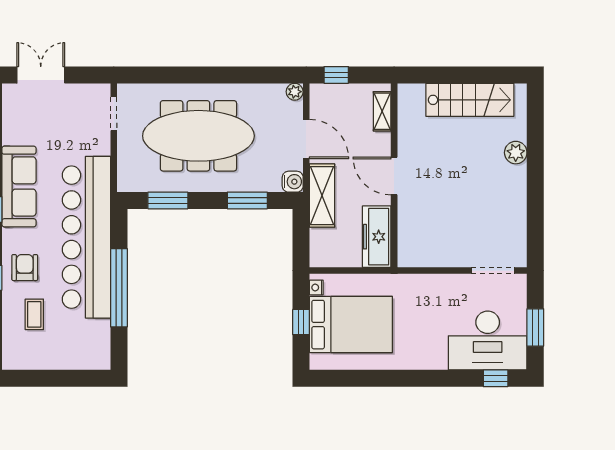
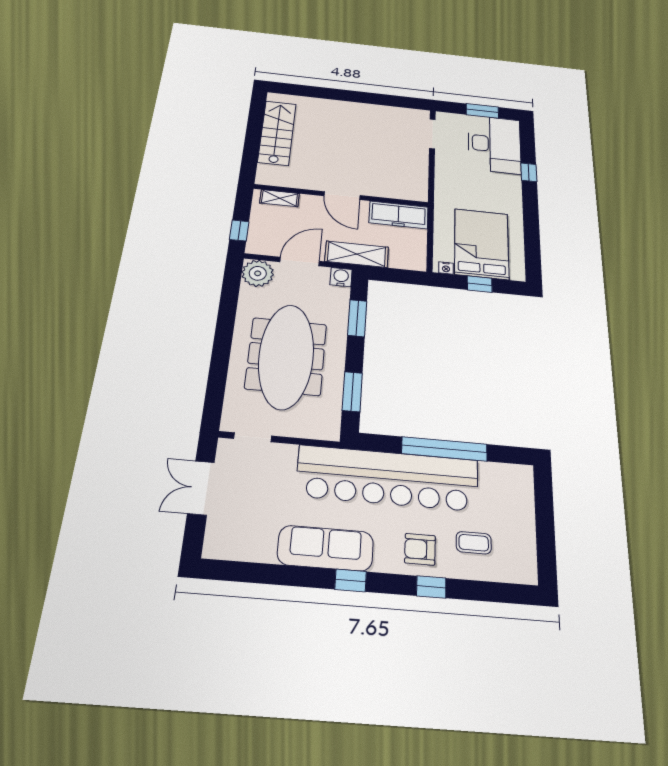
double door: (41, 75) -> (201, 488), moved
plant: (295, 92) -> (258, 273), width x1.87, depth x1.87
plant: (516, 153) -> (328, 107), removed
door: (394, 176) -> (342, 196), hinge flipped
window: (496, 378) -> (529, 172), moved

